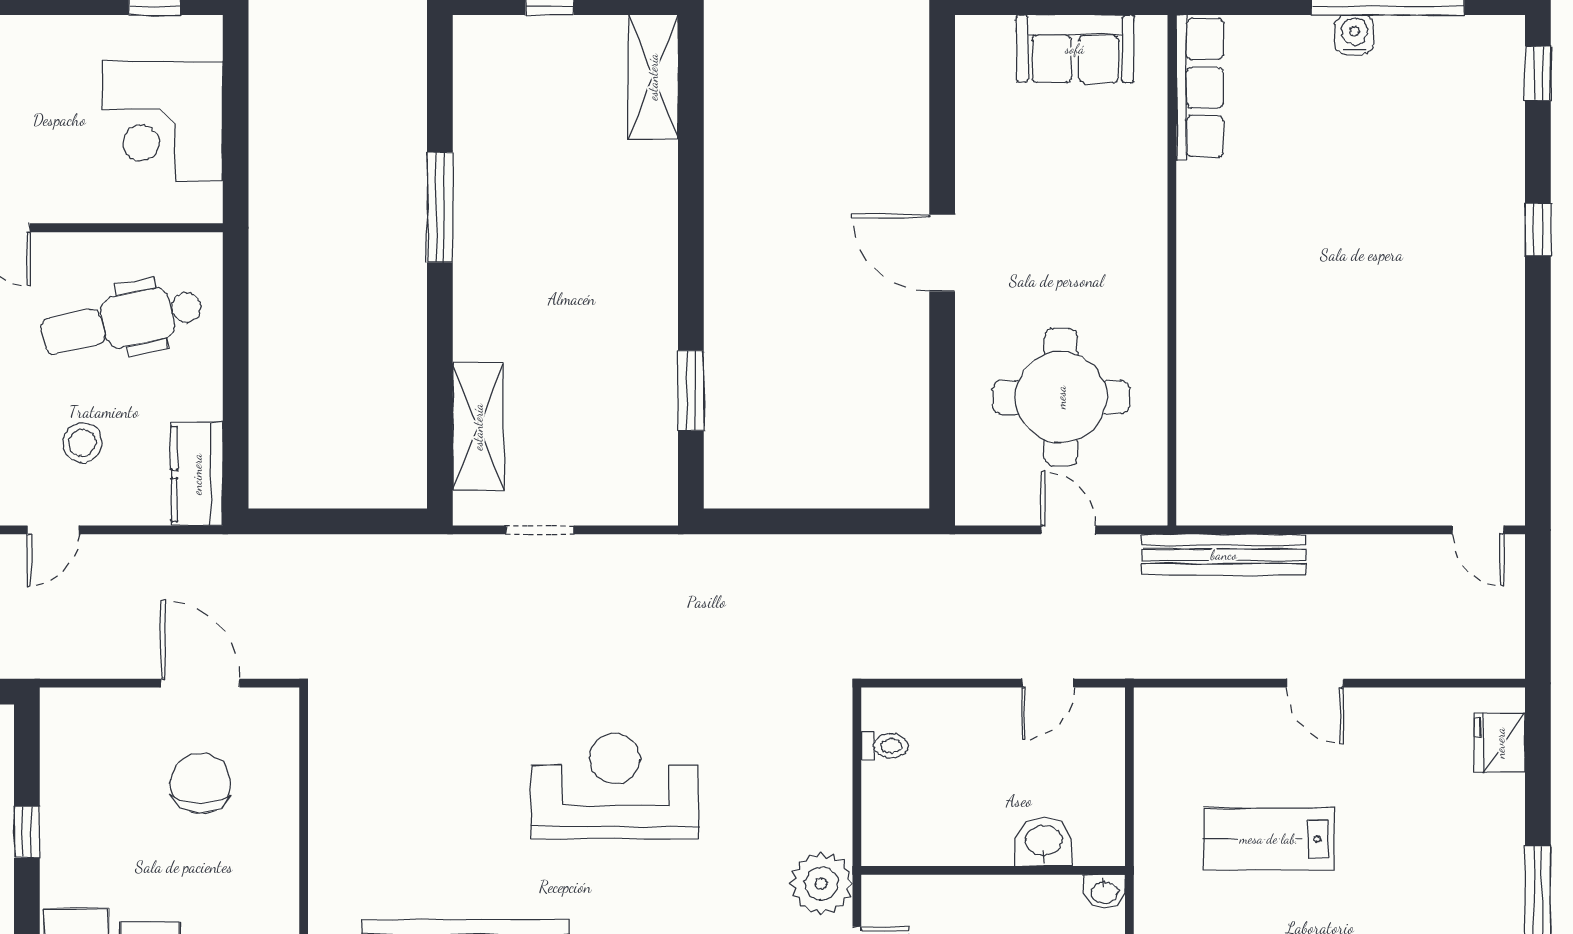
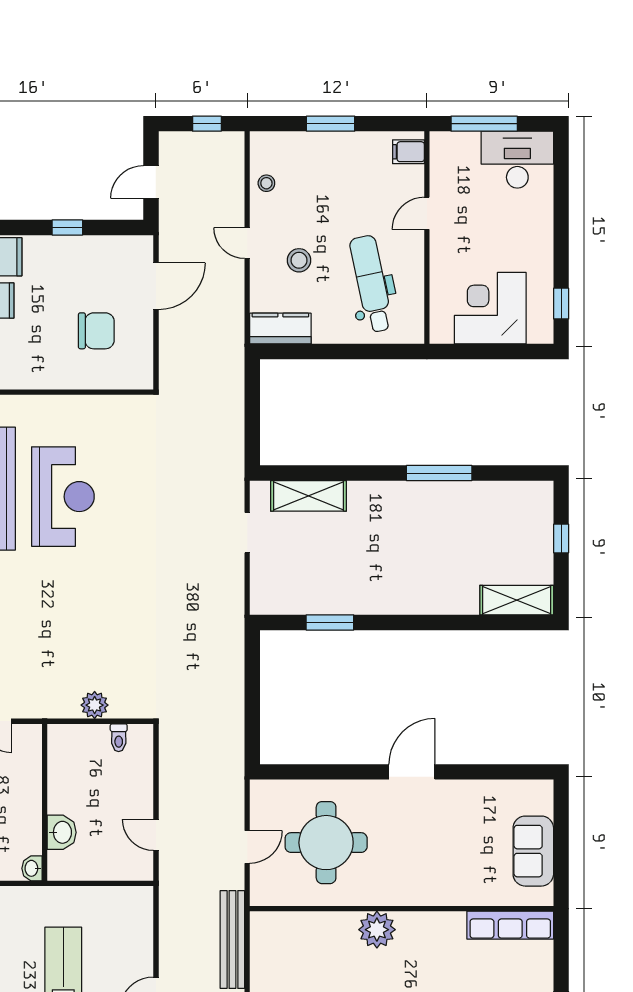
plant: (1207, 312) -> (377, 930), added
door: (200, 683) -> (156, 286), moved
reception desk: (615, 786) -> (63, 497), moved
plant: (821, 884) -> (95, 705), moved, width x0.73, depth x0.73

